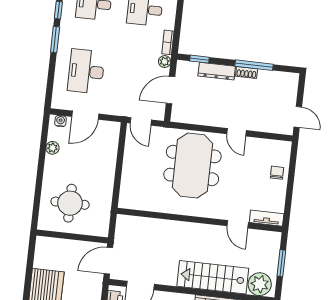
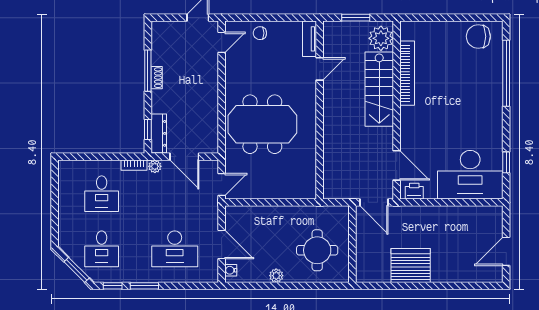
dresser: (217, 71) -> (159, 133), moved
door: (237, 132) -> (222, 42), moved
plant: (52, 148) -> (276, 276), moved

